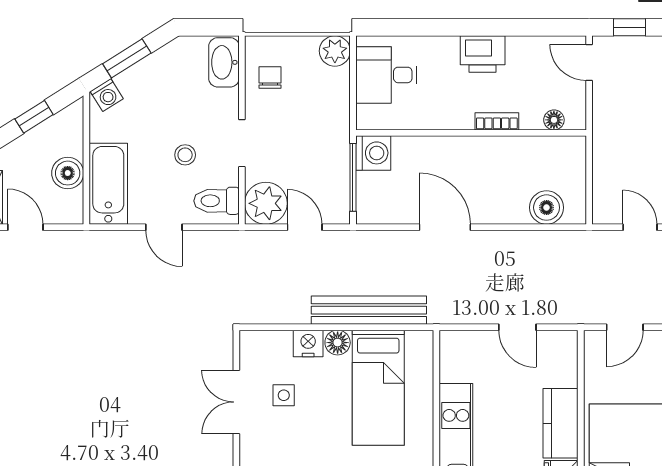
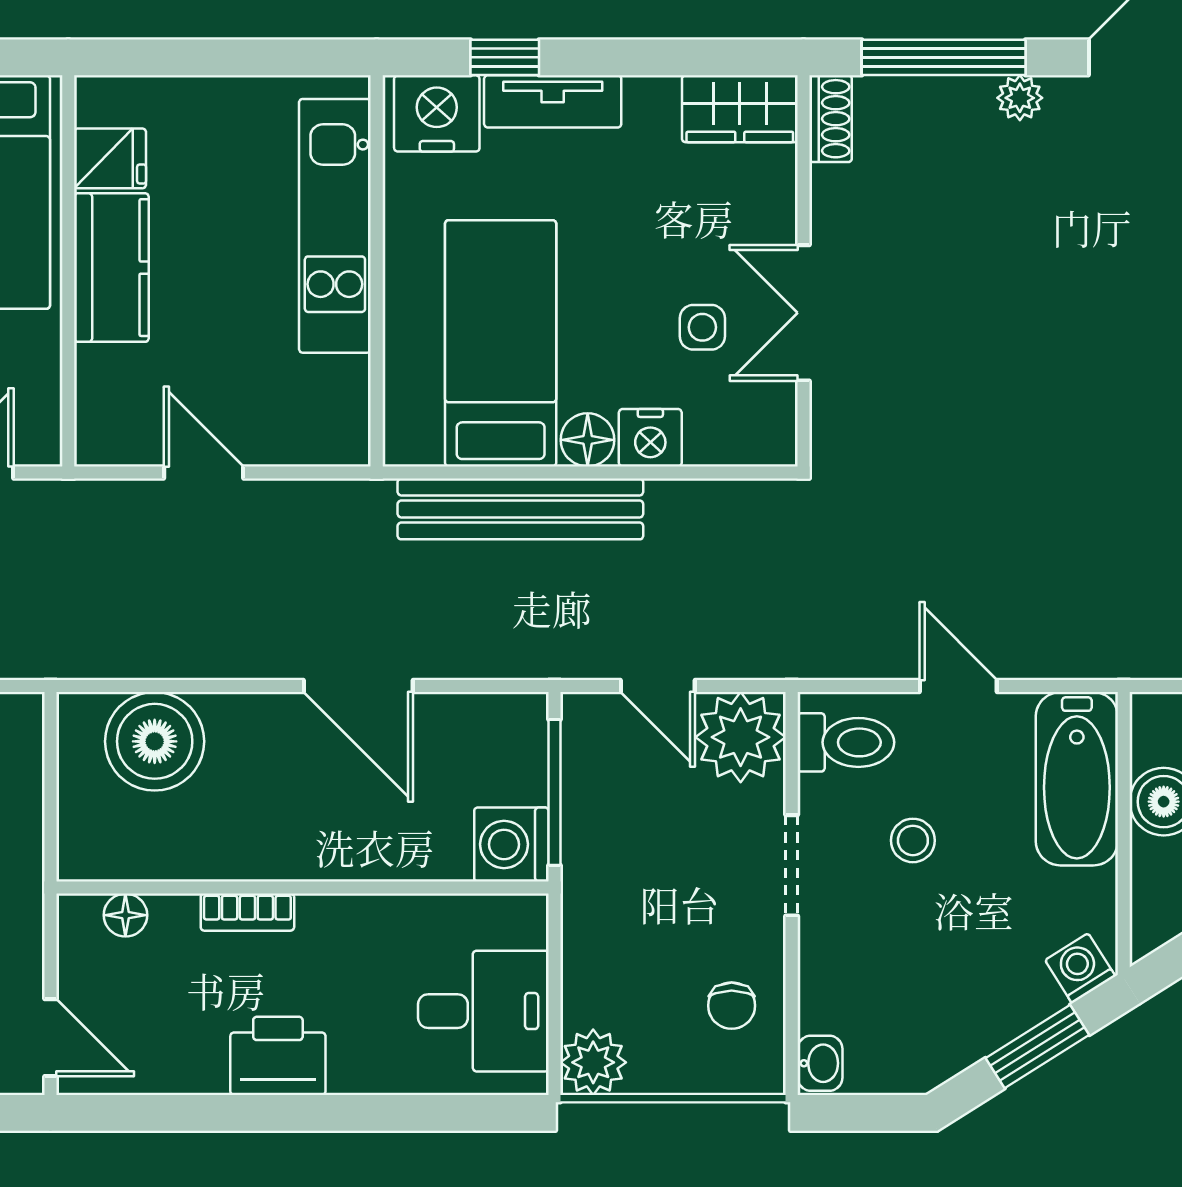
washbasin: (224, 62) -> (820, 1063), width x0.52, depth x0.69
boiler: (547, 208) -> (155, 741), width x1.37, depth x1.37
double door: (236, 402) -> (804, 313), swing flipped

